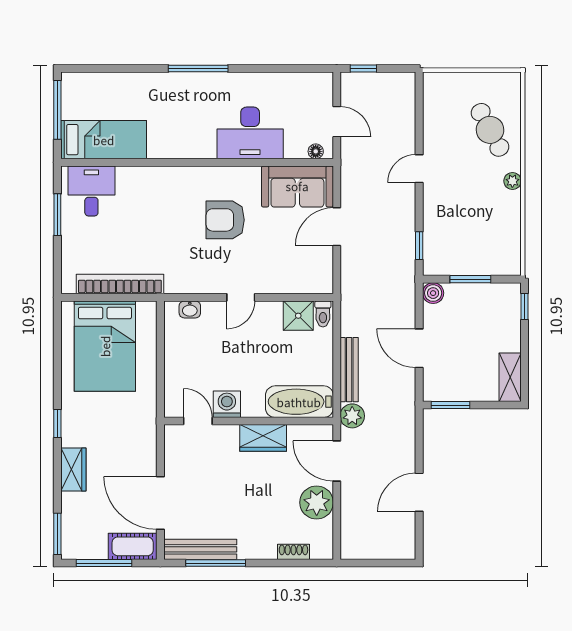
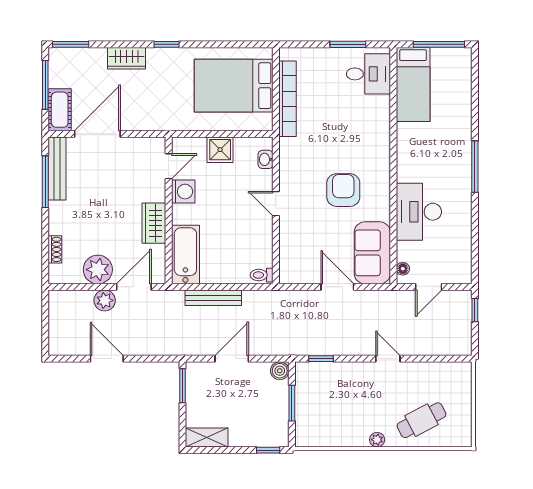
shower: (298, 316) -> (220, 150), moved
plant: (352, 416) -> (105, 300), moved

